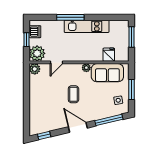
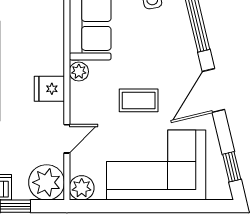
fridge: (109, 55) -> (49, 89), moved
door: (57, 62) -> (67, 139), hinge flipped
corner sofa: (45, 102) -> (156, 165), added

